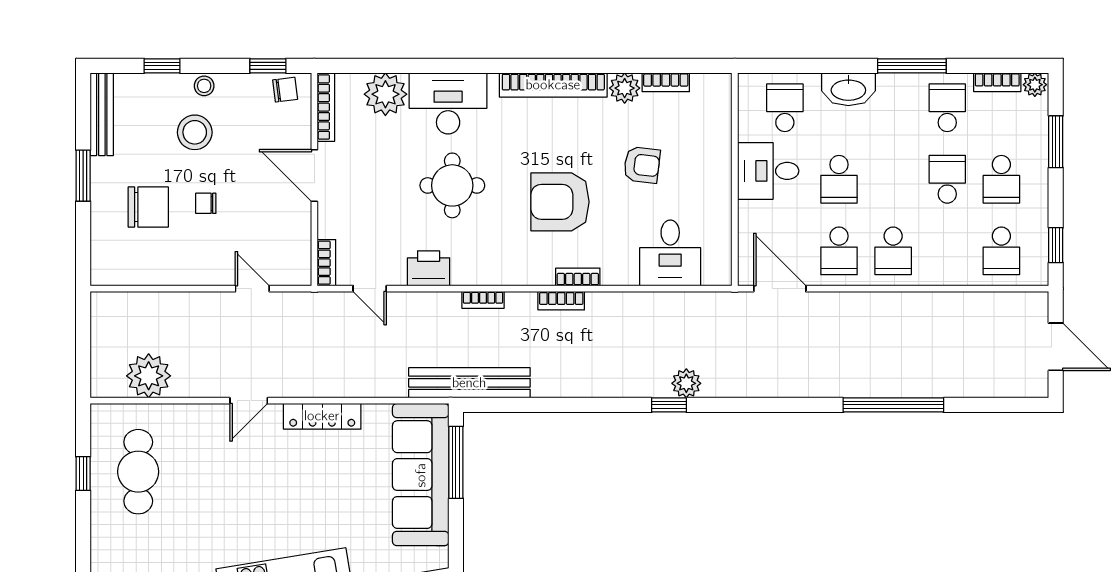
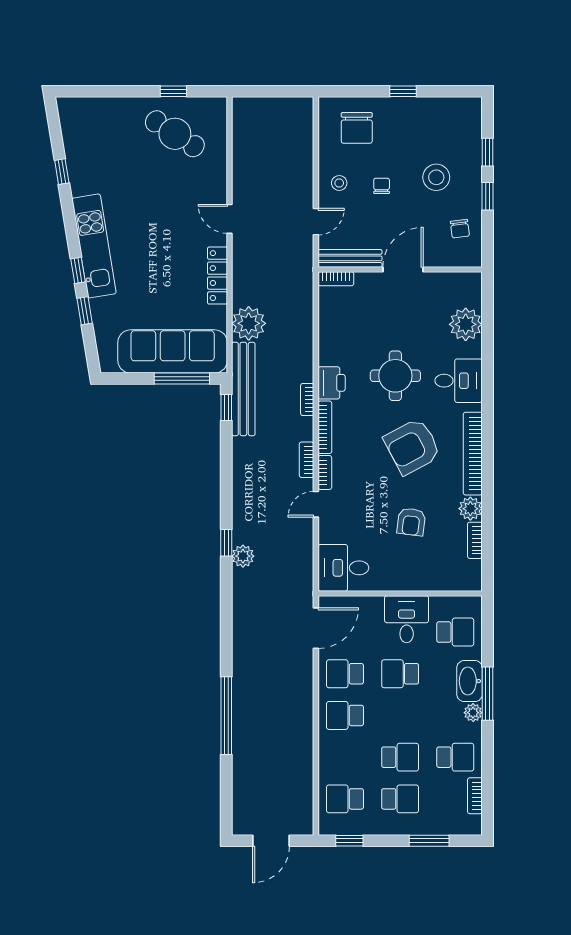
window: (268, 66) -> (488, 196), moved
window: (912, 66) -> (488, 694), moved
plant: (1035, 85) -> (473, 713), moved
stool: (204, 86) -> (339, 183), moved
chair: (285, 90) -> (460, 229), moved
desk: (448, 103) -> (459, 381), width x0.73
bookcase: (326, 107) -> (325, 427), moved, turned -90
bench: (102, 114) -> (350, 258), moved
window: (83, 176) -> (403, 91), width x0.67
school desk: (1001, 179) -> (400, 799), turned 180
armchair: (560, 202) -> (412, 446), moved, turned -118
chair: (148, 207) -> (357, 128), moved
desk: (670, 253) -> (343, 568), moved
printer: (429, 268) -> (332, 383), moved
door: (370, 289) -> (316, 504), moved
plant: (149, 376) -> (249, 323), moved
window: (494, 405) -> (226, 408), added
cafe table: (138, 472) -> (175, 134), turned 33

